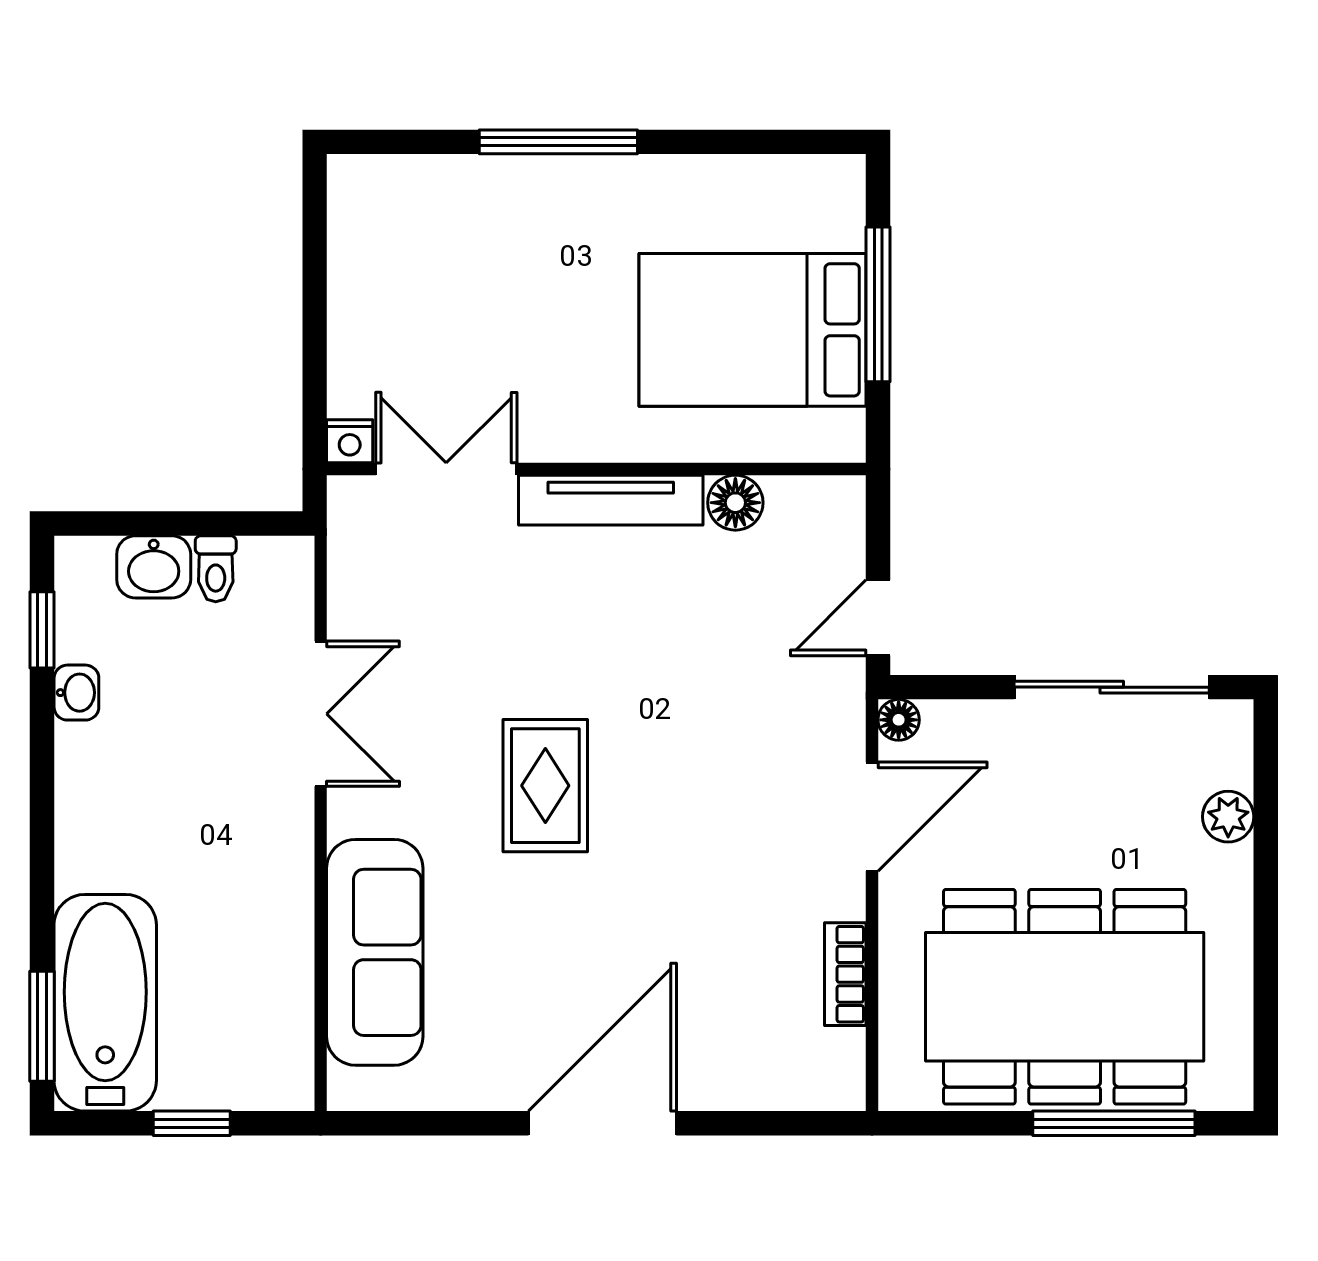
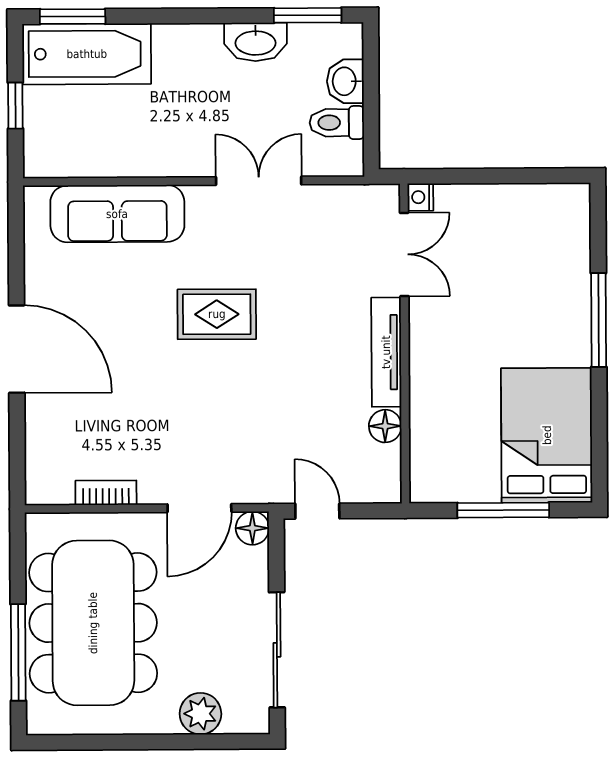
bed: (753, 330) -> (547, 435), moved
toilet: (216, 569) -> (337, 123), width x1.37, depth x1.39
window: (42, 630) -> (308, 15), width x1.50
washbasin: (76, 693) -> (256, 42), width x1.91, depth x1.45
double door: (321, 714) -> (259, 181), swing flipped
floor lamp: (899, 720) -> (252, 528), width x1.37, depth x1.37
door: (872, 817) -> (199, 508), hinge flipped
plant: (1228, 817) -> (200, 714), width x1.38, depth x1.38

